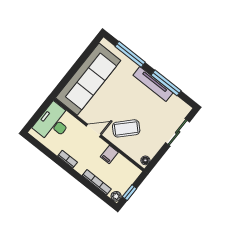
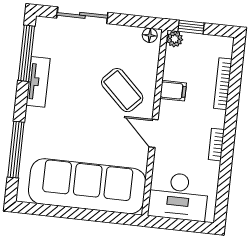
window: (166, 83) -> (26, 53), moved
tv unit: (153, 84) -> (38, 82), width x0.71
window: (130, 193) -> (191, 27), moved
plant: (116, 196) -> (175, 39), moved

